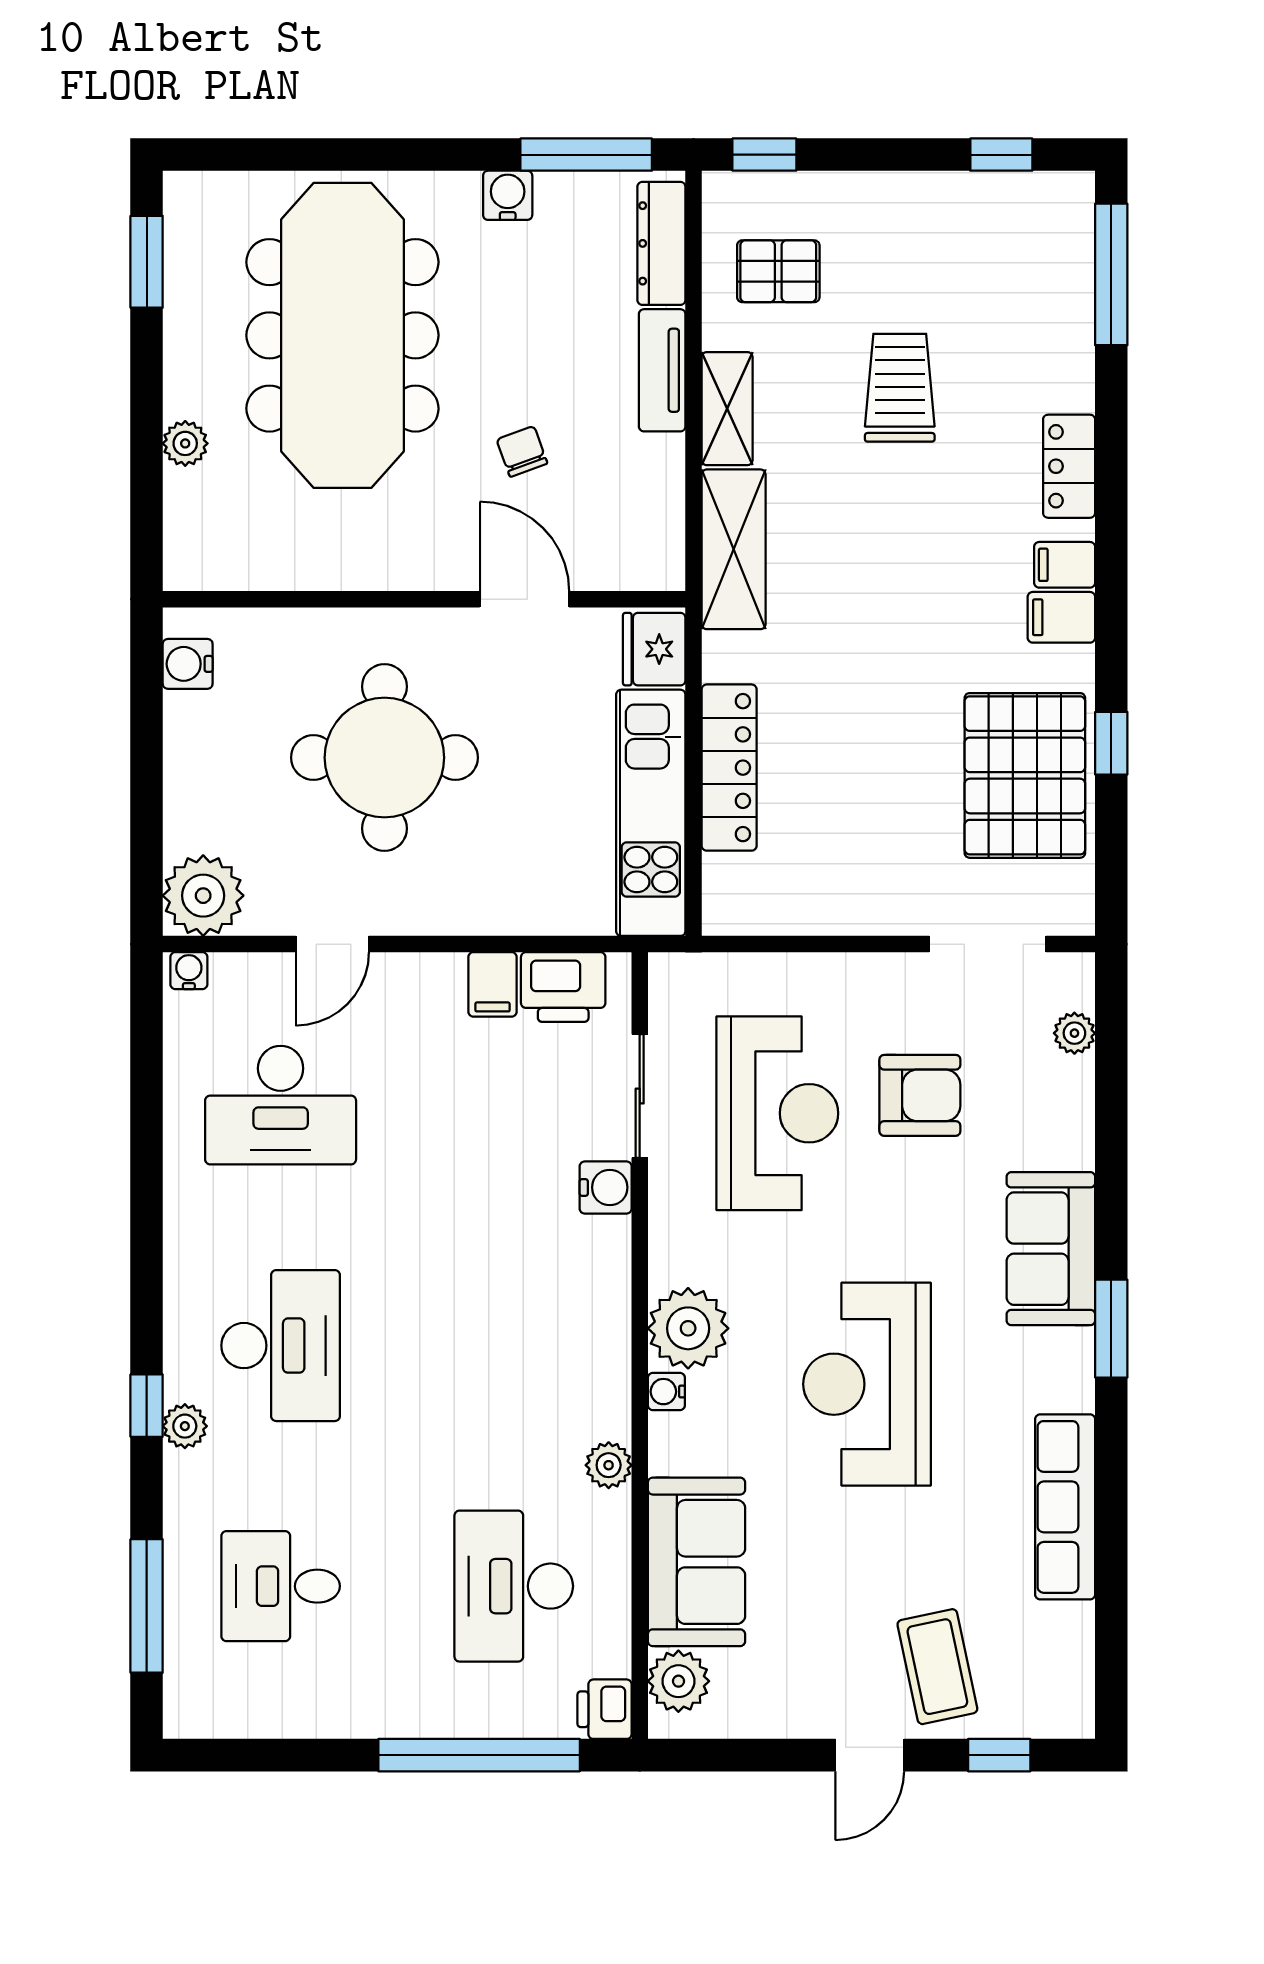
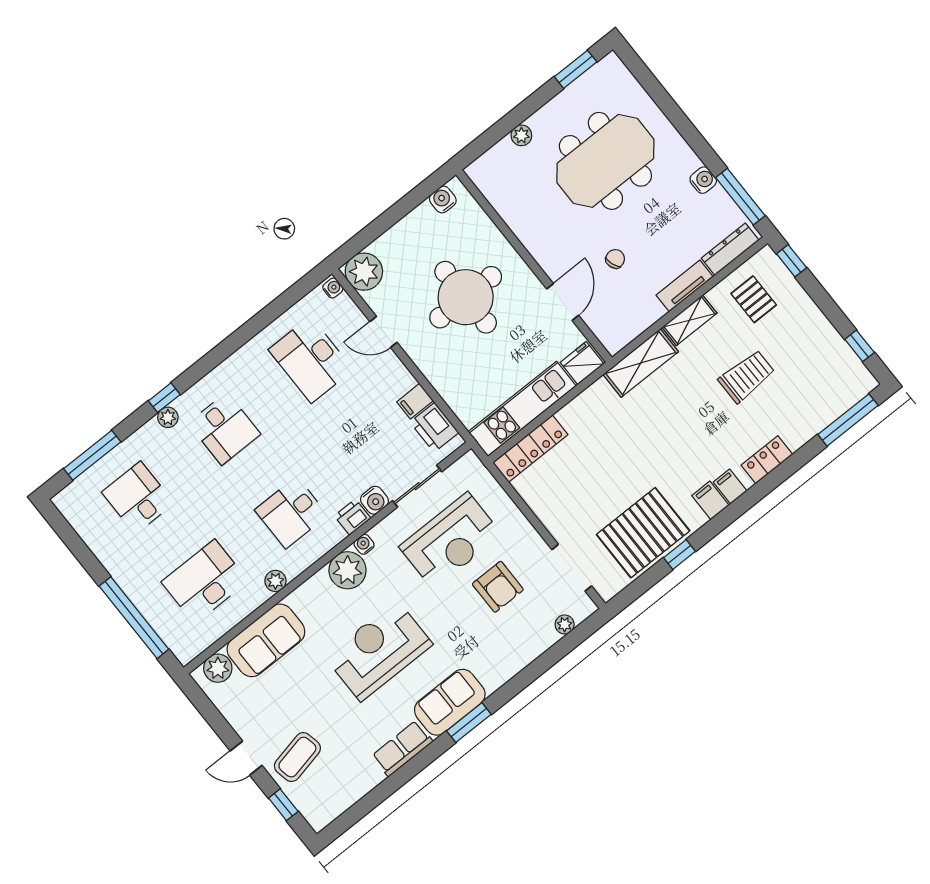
meeting table: (342, 335) -> (605, 161), width x0.73
locker: (729, 768) -> (530, 449), moved
sofa: (1051, 1249) -> (450, 702), moved
desk: (281, 1346) -> (224, 429), width x0.73
desk: (514, 1346) -> (291, 513), added
water cooler: (666, 1392) -> (364, 544), moved
row of seats: (1065, 1507) -> (402, 749), width x0.68
printer: (605, 1709) -> (353, 517), moved

